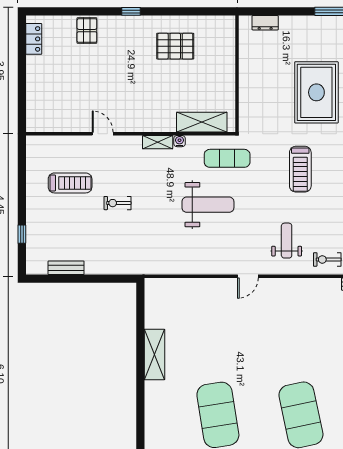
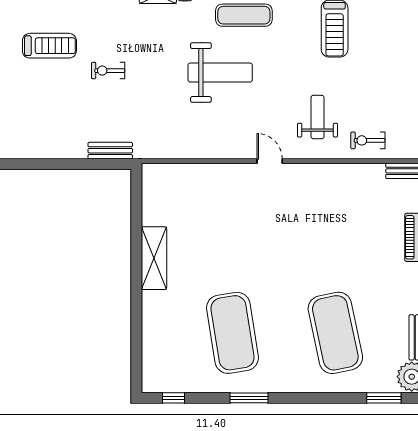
bench: (66, 268) -> (110, 151), moved
door: (248, 276) -> (270, 161), swing flipped

